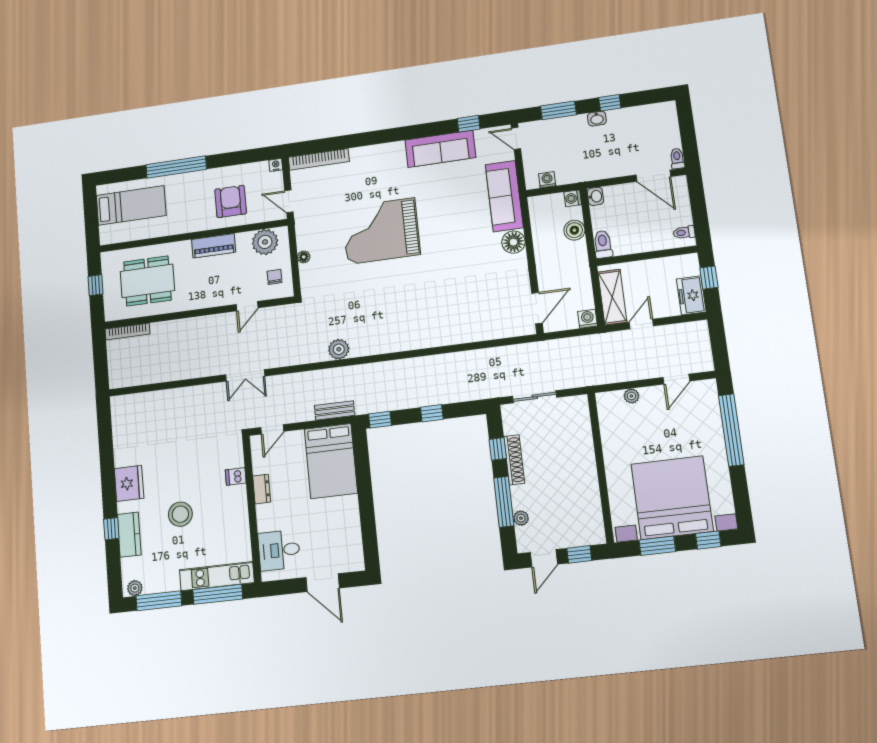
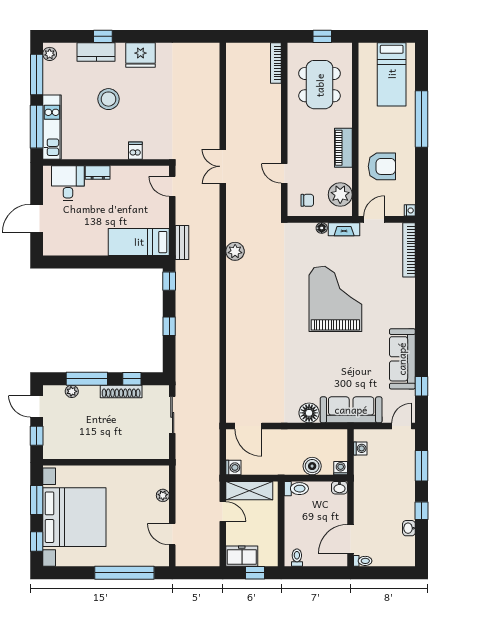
washbasin: (597, 119) -> (409, 528), moved
fireplace: (303, 232) -> (344, 229), added
bed: (331, 461) -> (139, 242), width x0.67
dresser: (262, 489) -> (98, 173), moved

